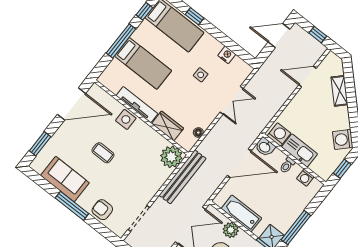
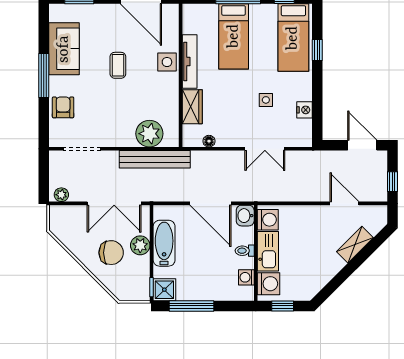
washing machine: (343, 139) -> (269, 284), moved, turned 135
plant: (171, 157) -> (149, 134), moved

